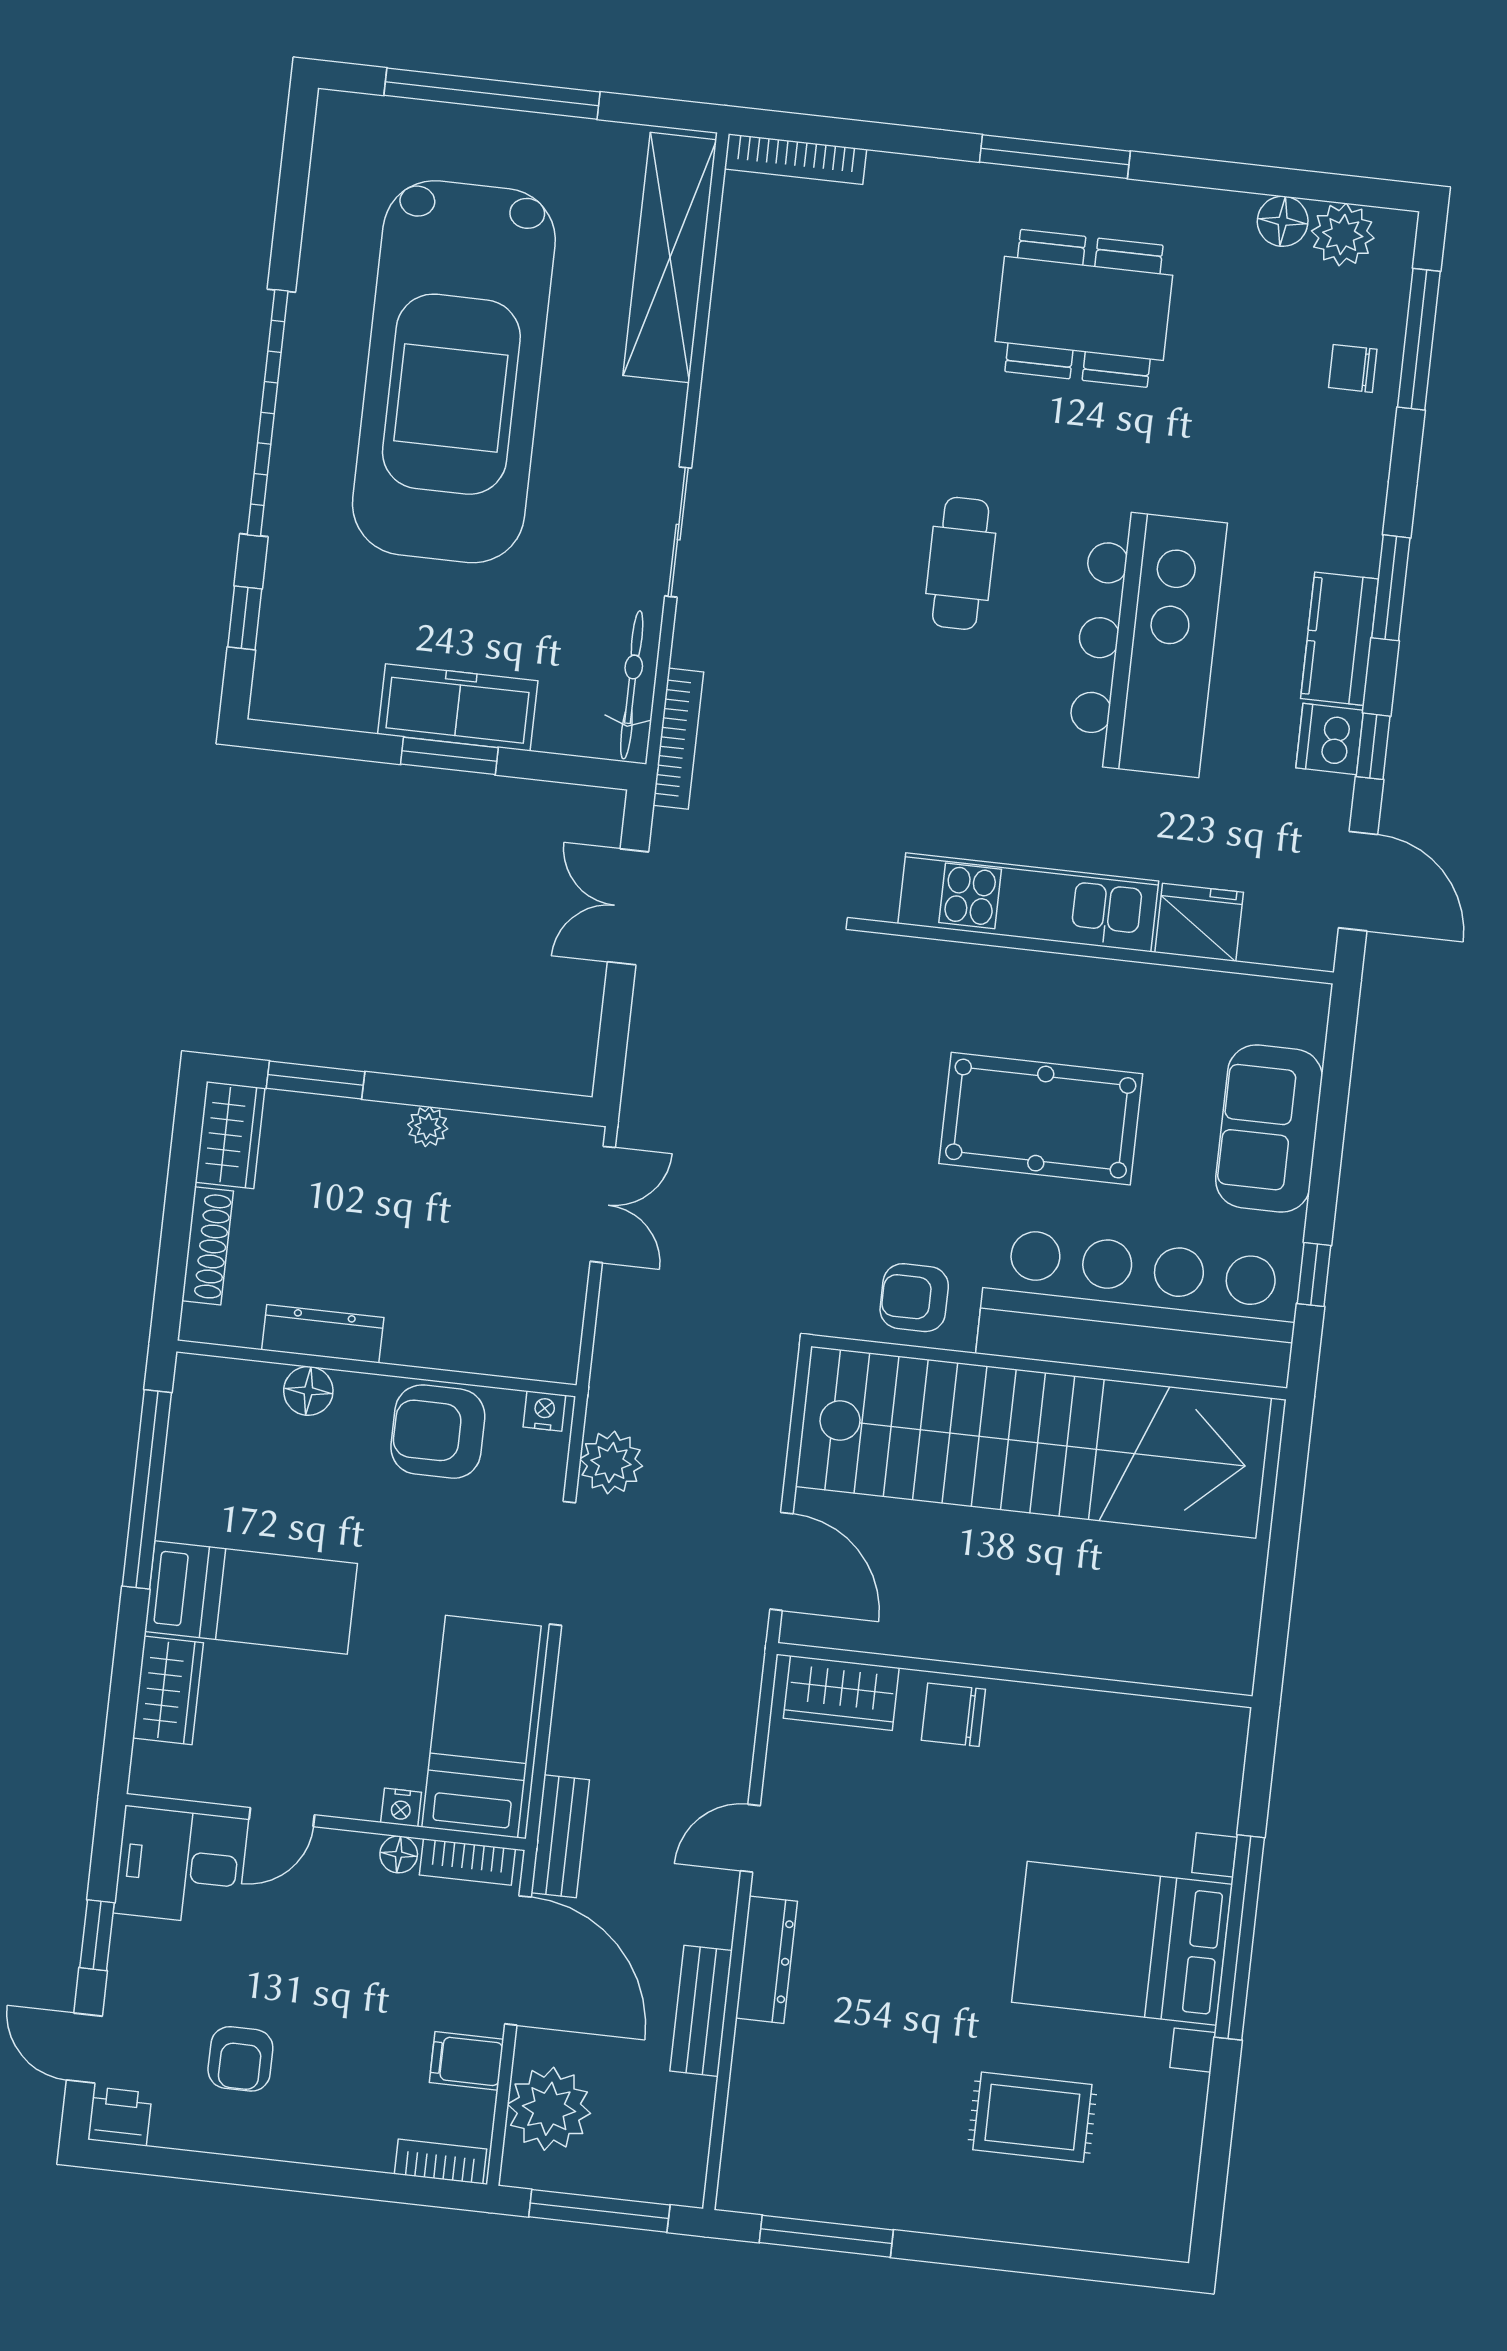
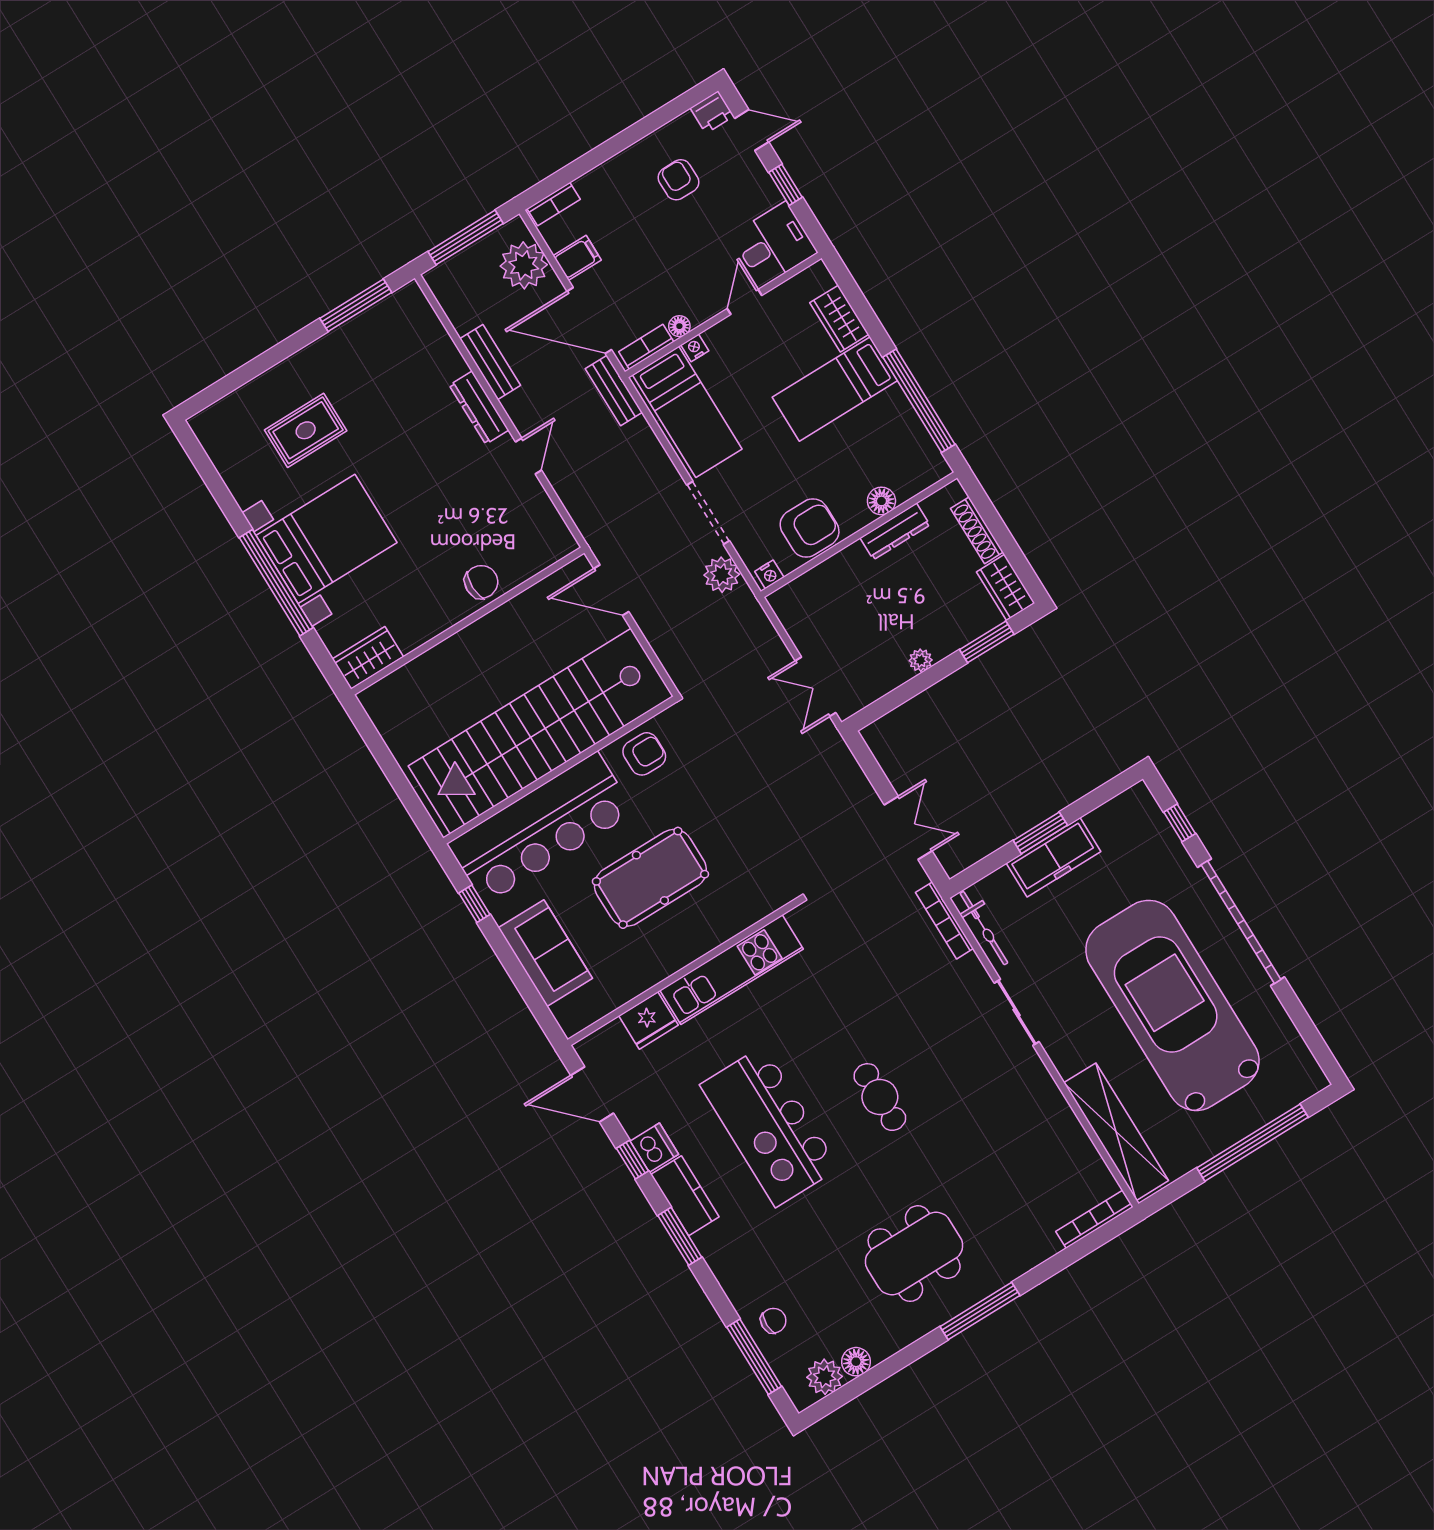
wardrobe: (841, 1693) -> (368, 658), moved

